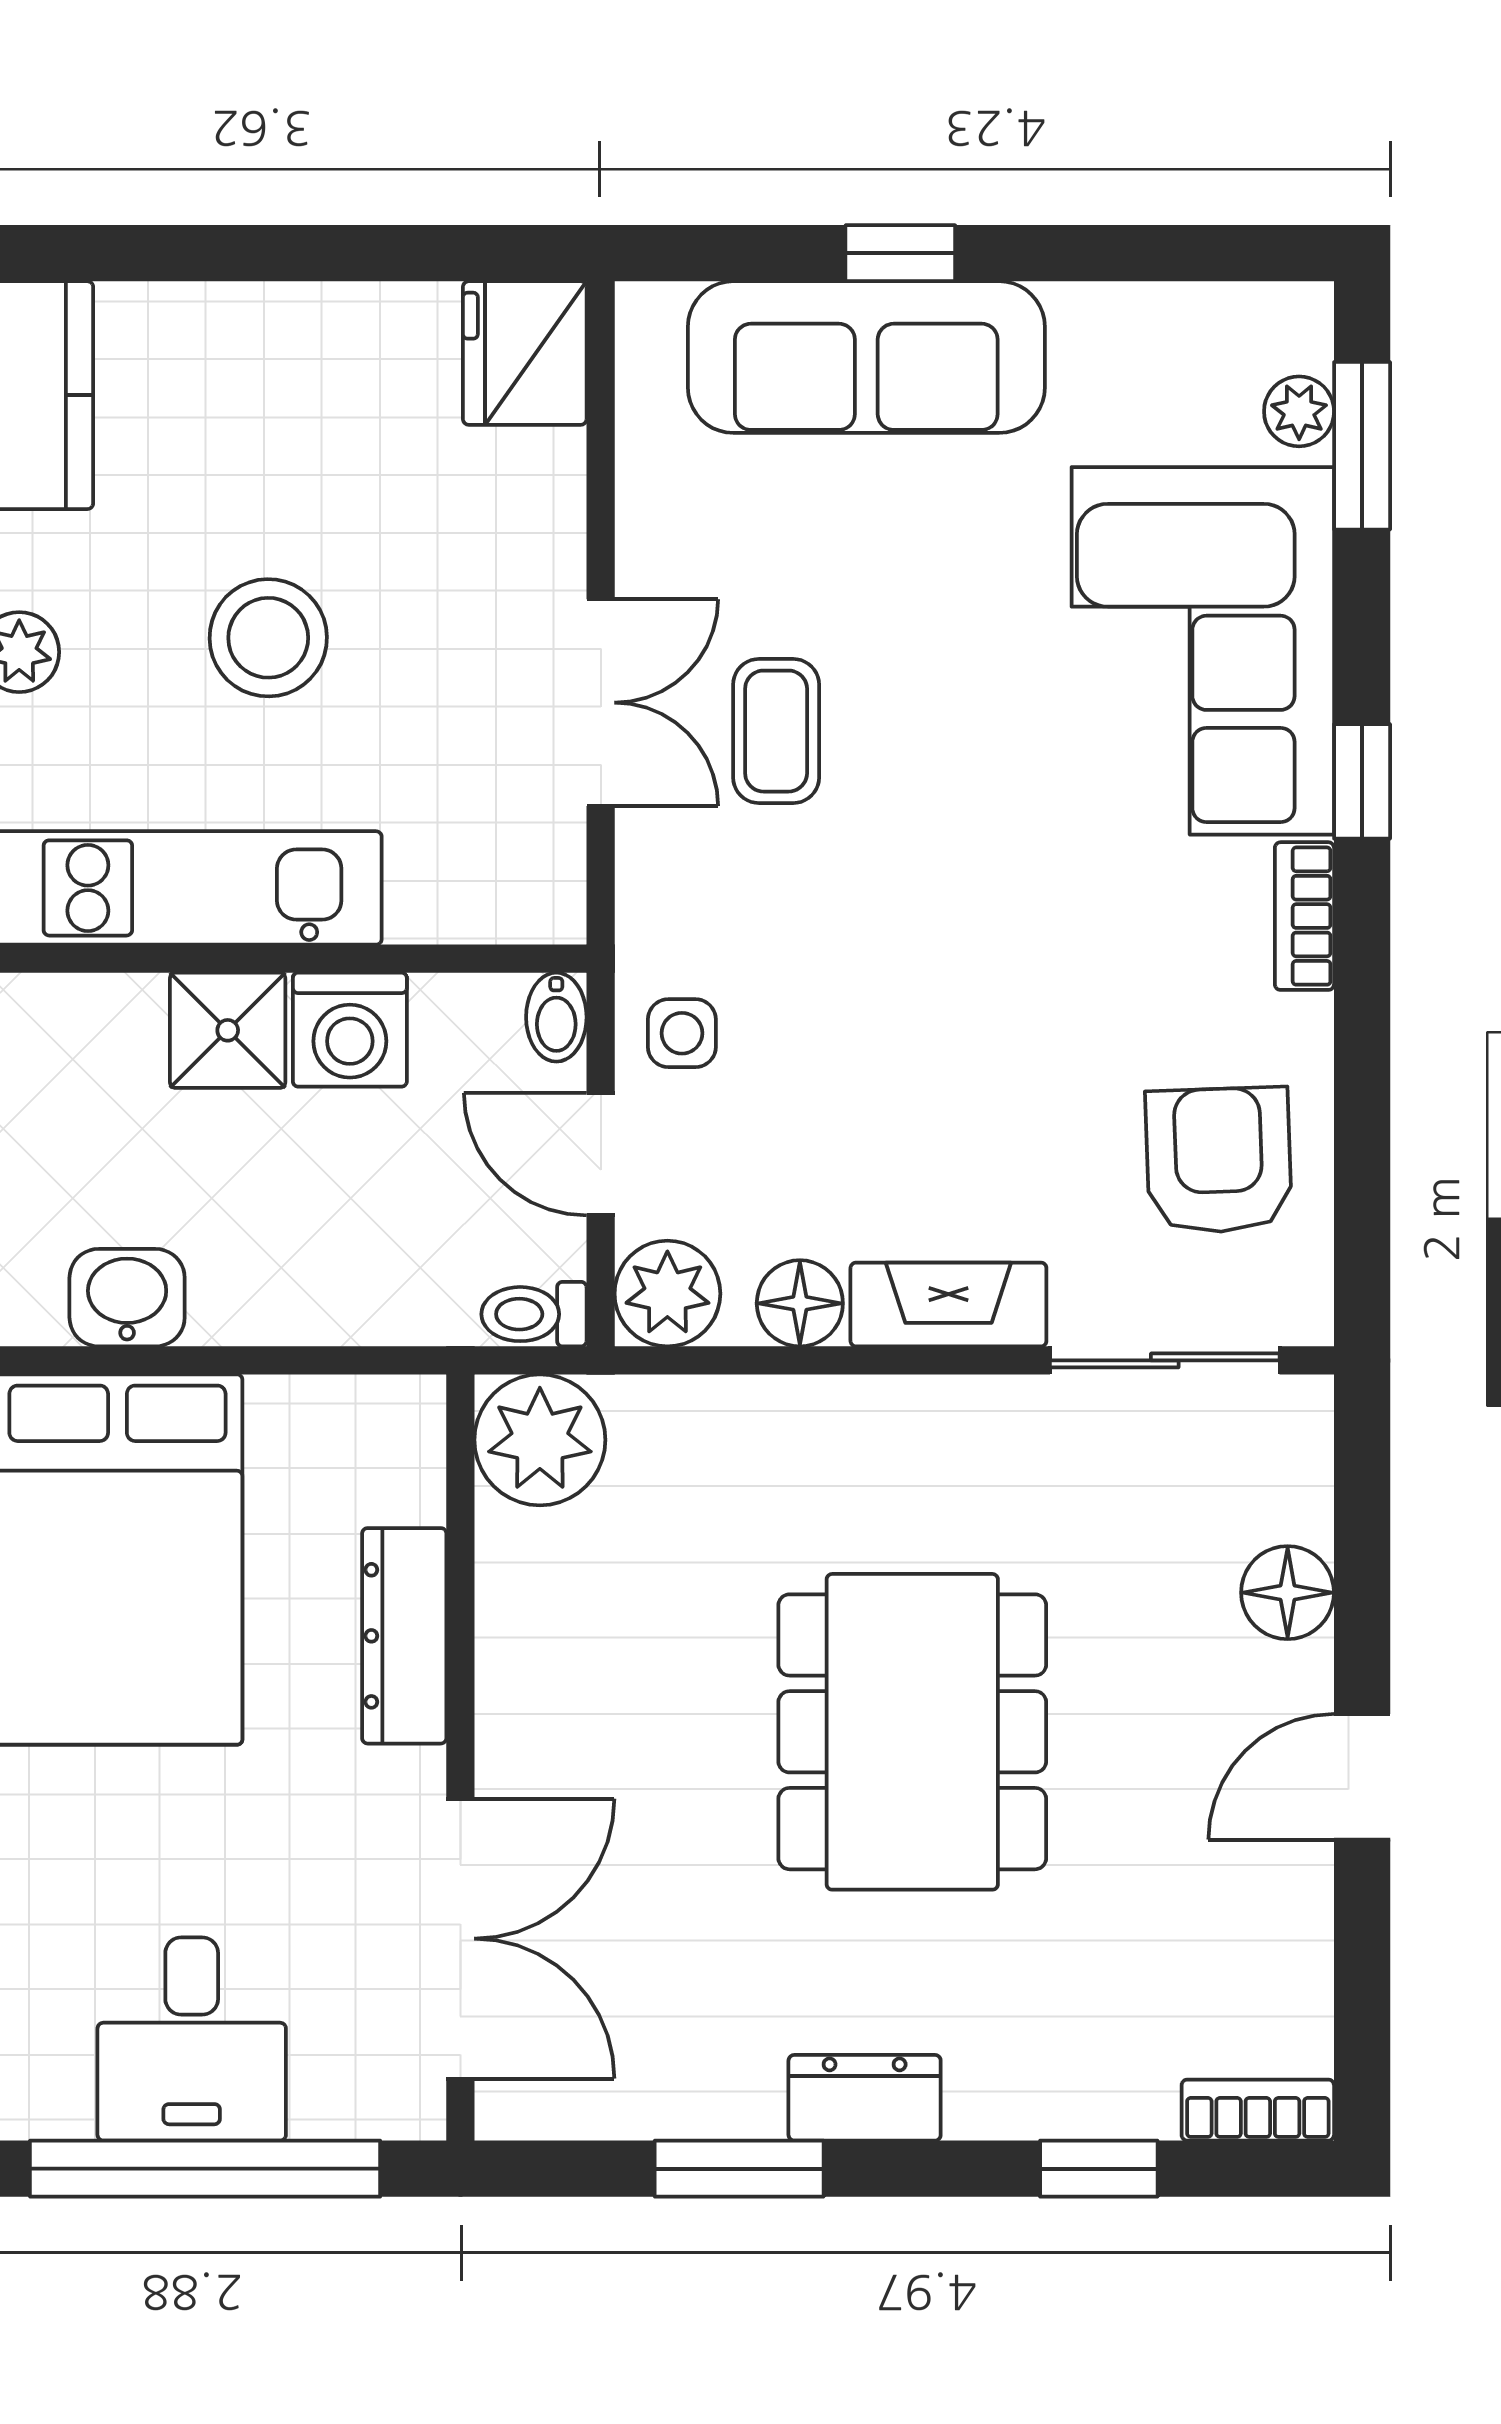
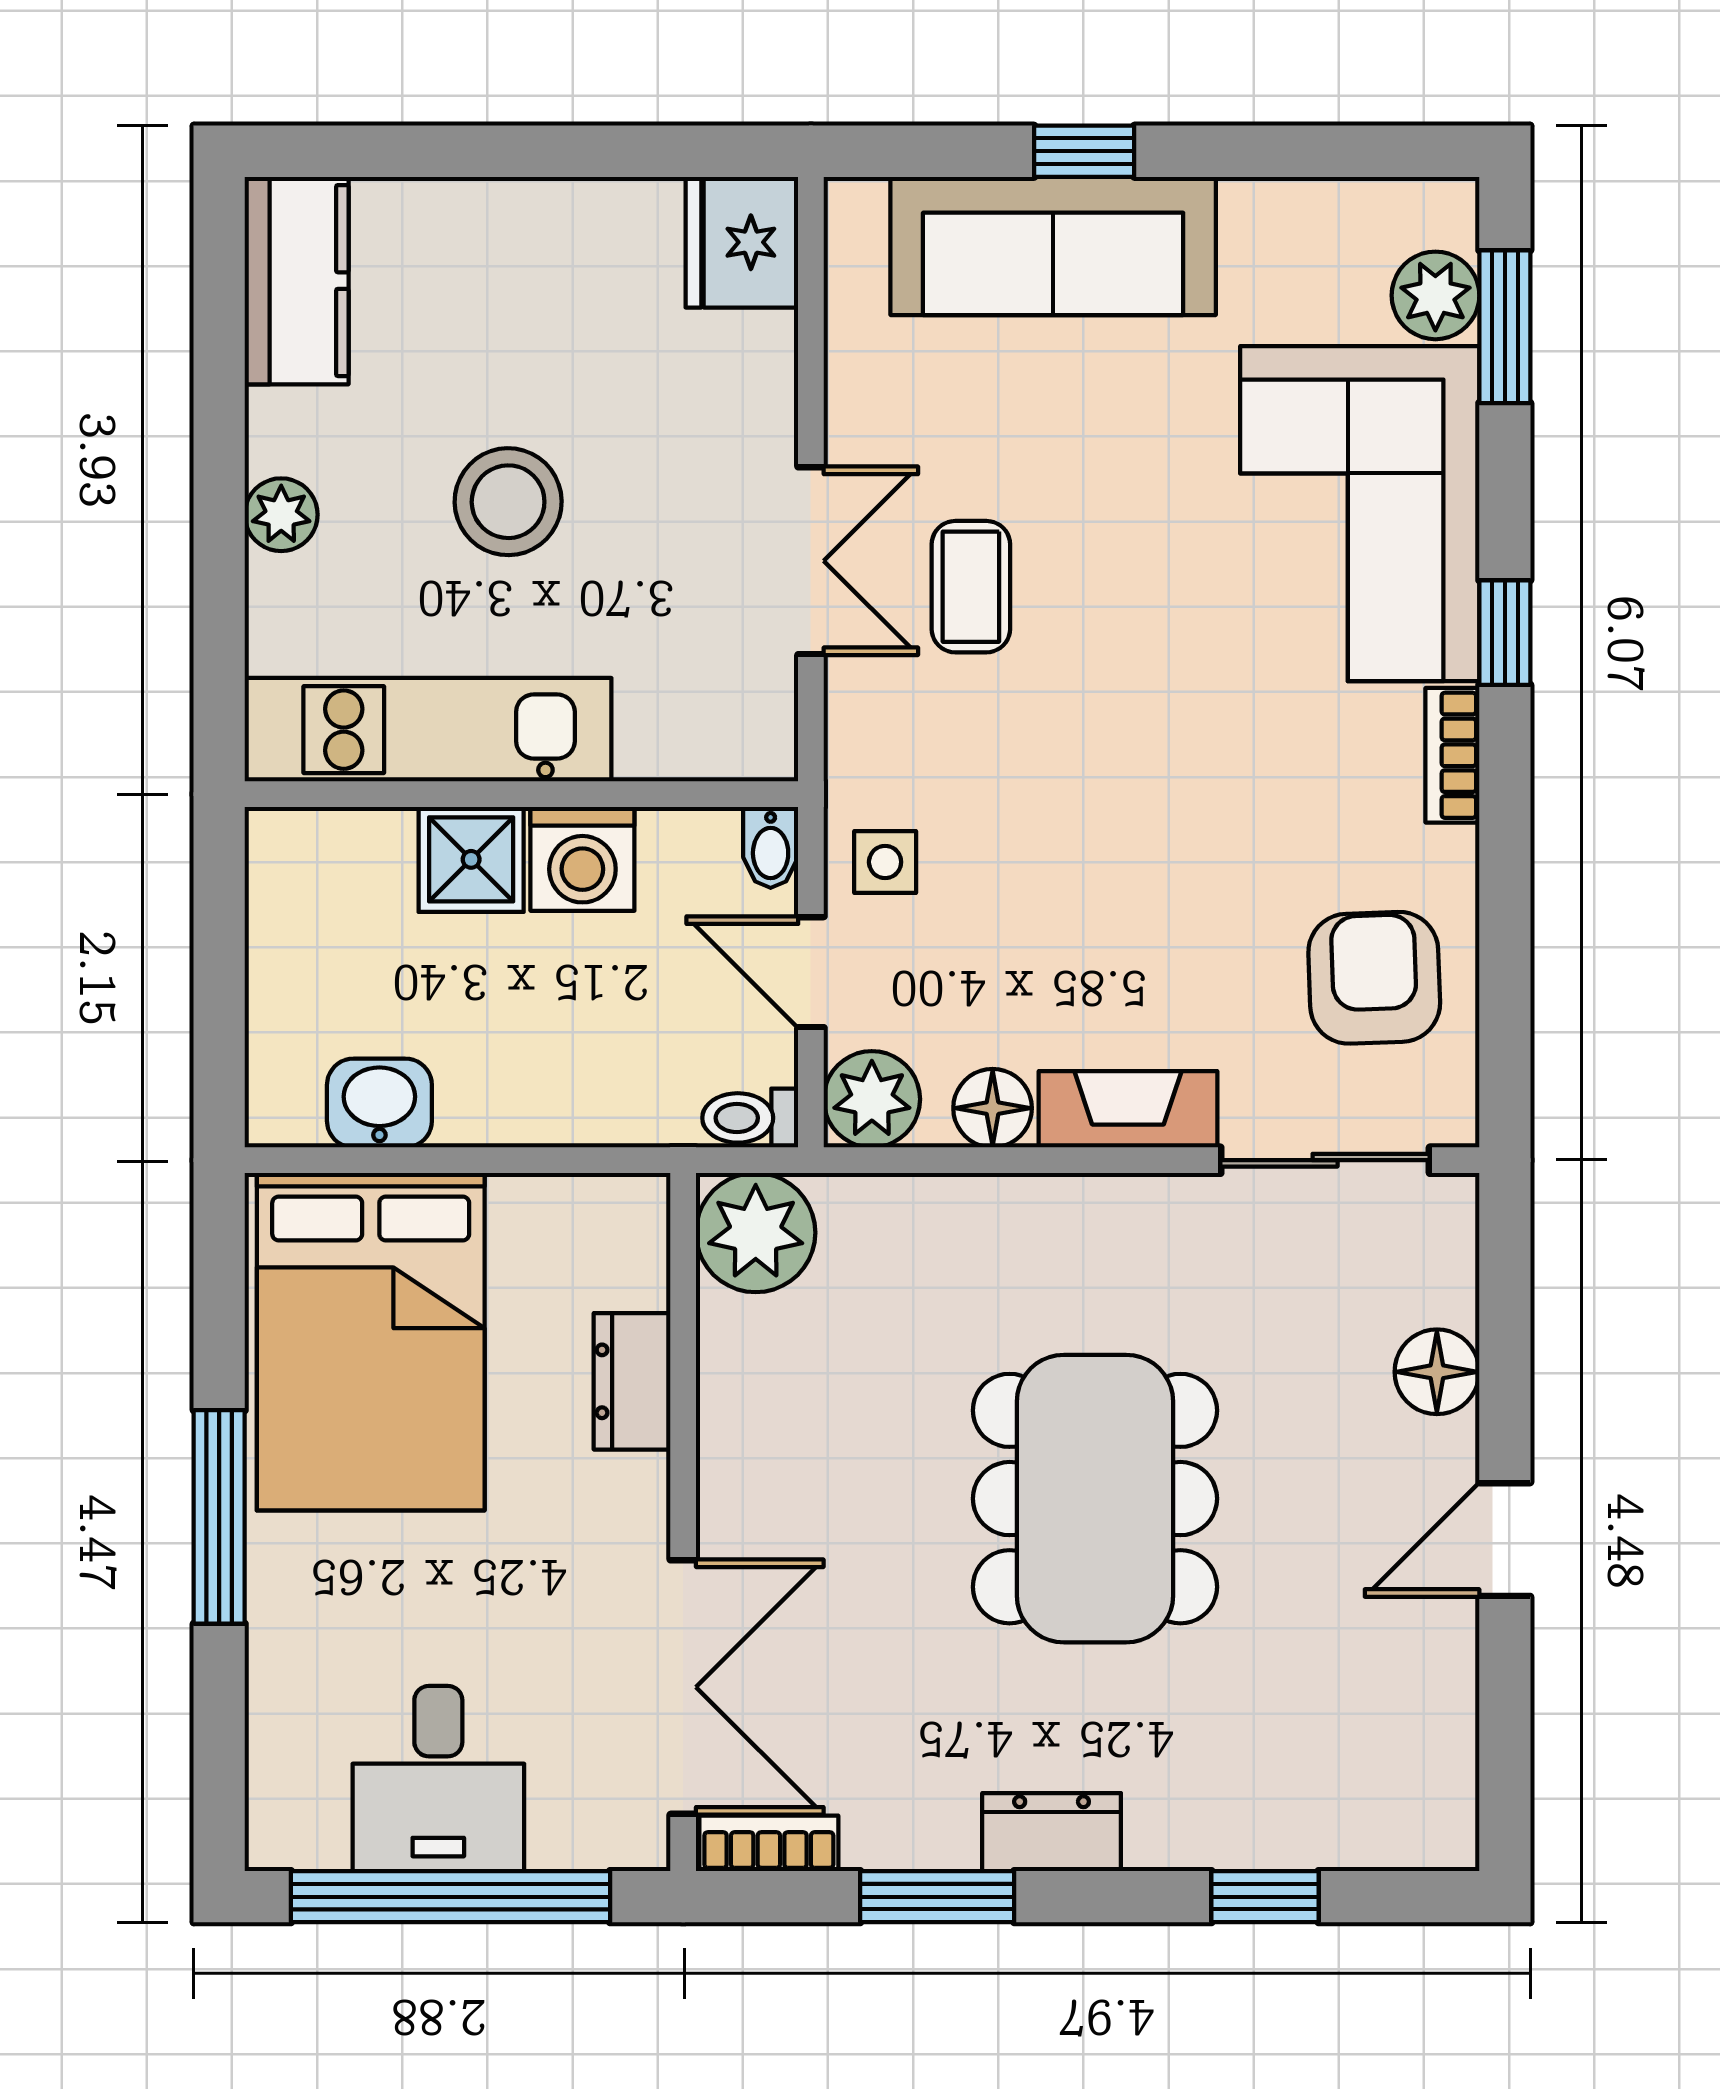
plant: (1299, 411) -> (1435, 295), width x1.38, depth x1.38
dresser: (404, 1636) -> (632, 1381), width x0.70
bookcase: (1258, 2110) -> (769, 1843), moved

